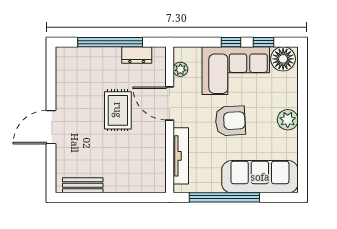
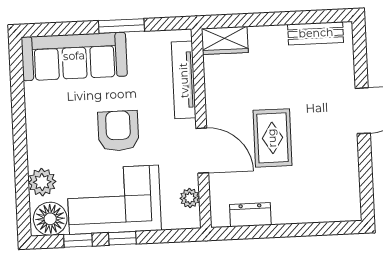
window: (110, 42) -> (288, 230), removed
plant: (288, 120) -> (42, 182), moved
armchair: (230, 121) -> (118, 131), turned 93
wardrobe: (149, 183) -> (225, 40), added
window: (224, 197) -> (121, 26), width x0.47

